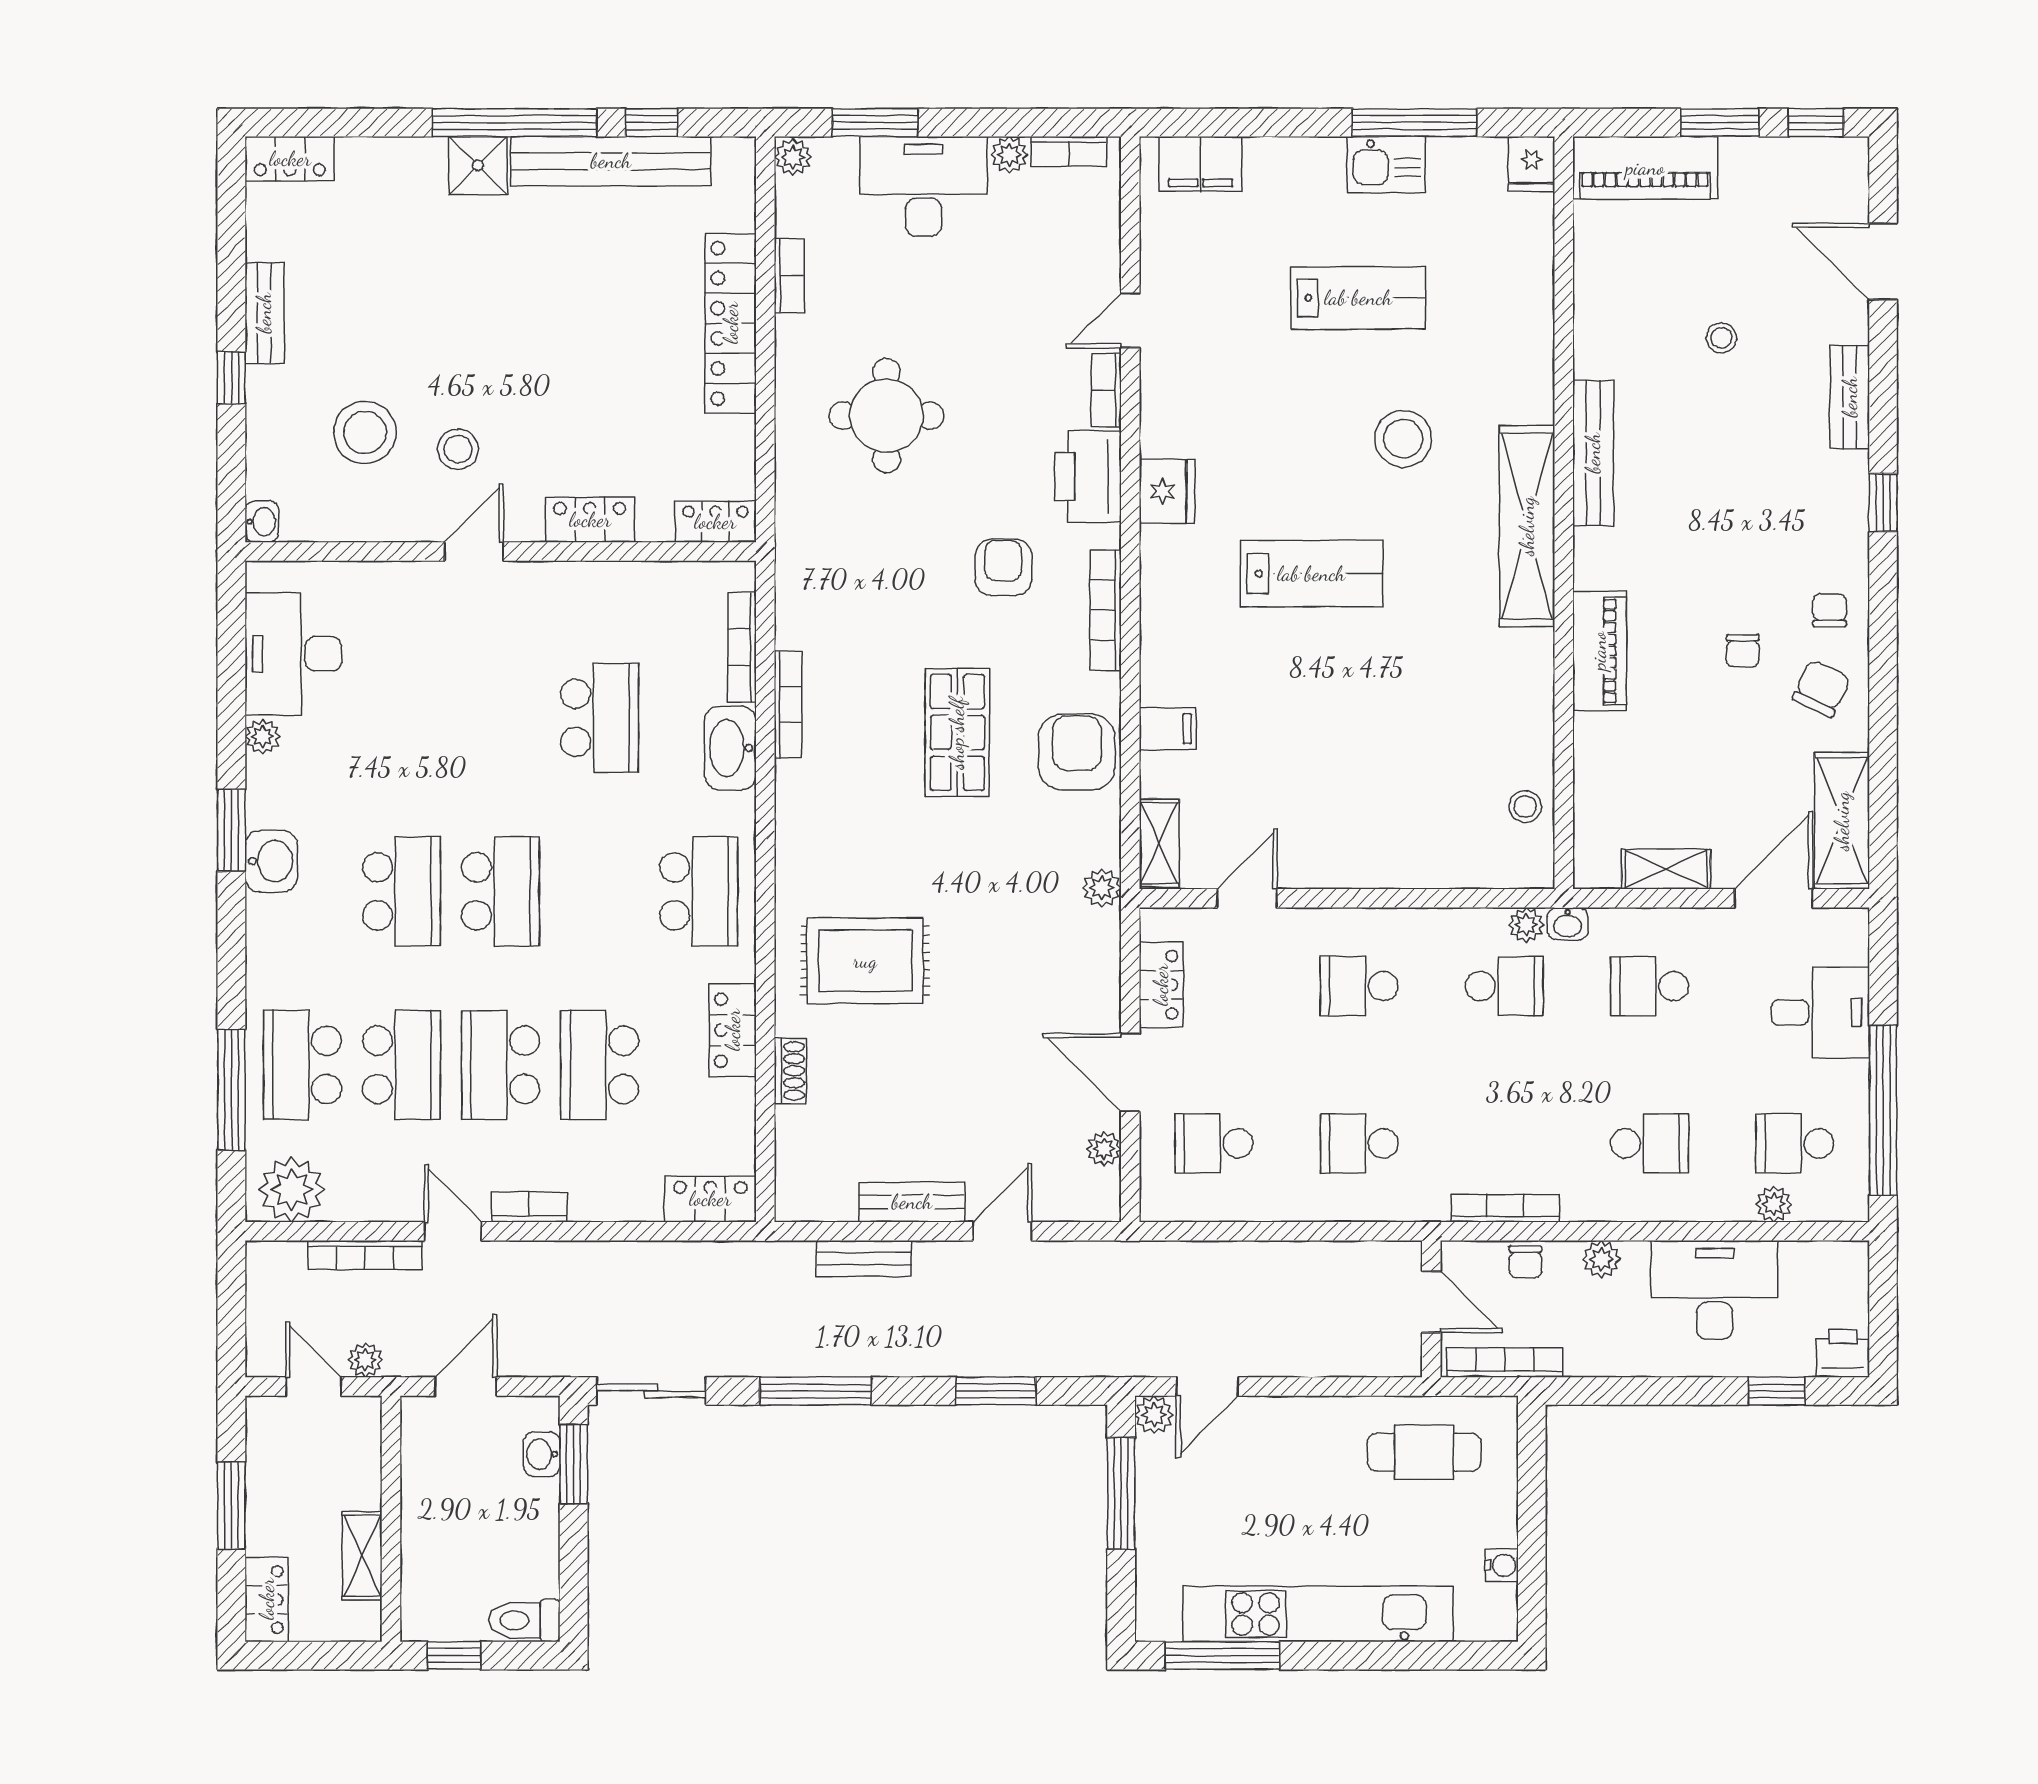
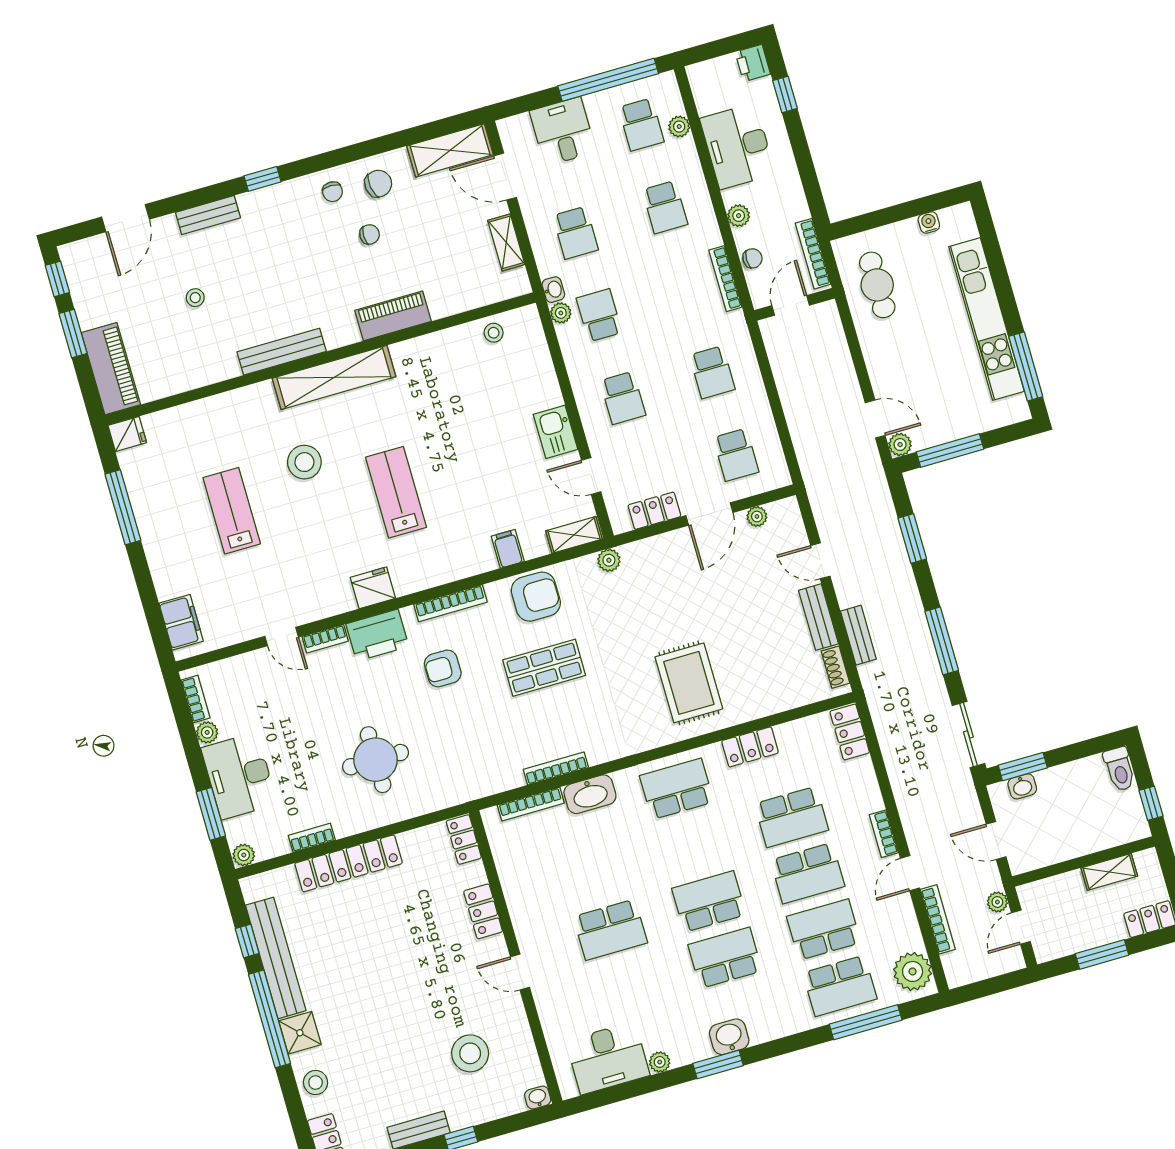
kitchen sink: (1386, 164) -> (555, 432), moved, turned 180
stool: (458, 449) -> (316, 1082), moved
chair: (1830, 610) -> (332, 192), turned -90
chair: (1821, 688) -> (378, 184), turned 145
school desk: (600, 718) -> (610, 930), moved, turned 180
armchair: (1077, 752) -> (536, 597), turned 180
shoe rack: (790, 1071) -> (835, 667), moved, turned -90
school desk: (1650, 1143) -> (665, 207), turned 180

